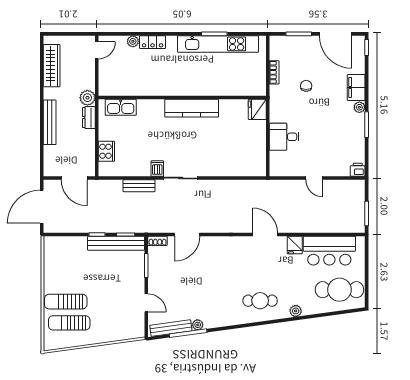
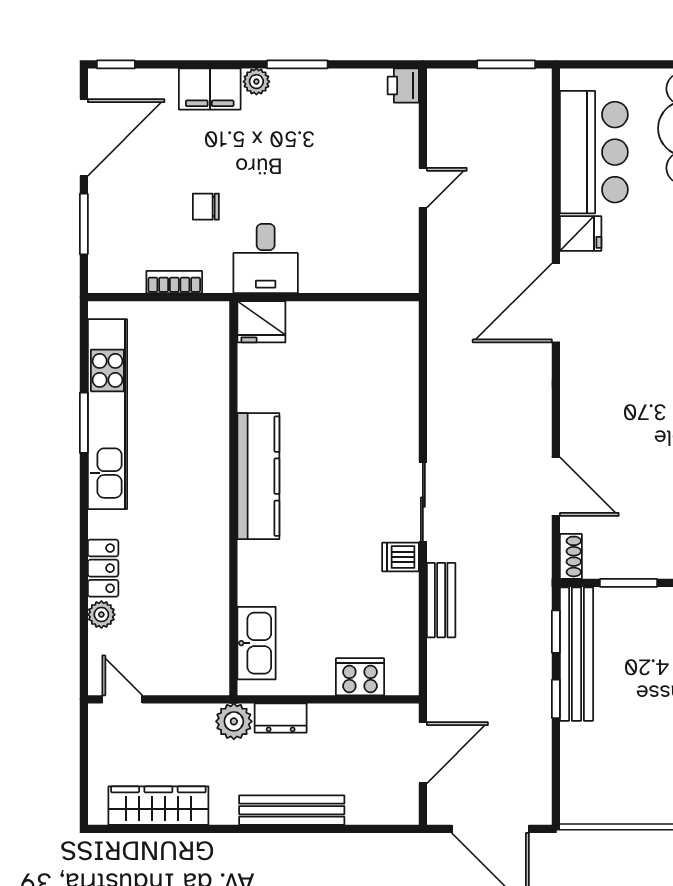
desk: (284, 137) -> (266, 258), moved
door: (265, 235) -> (556, 303), width x1.36

